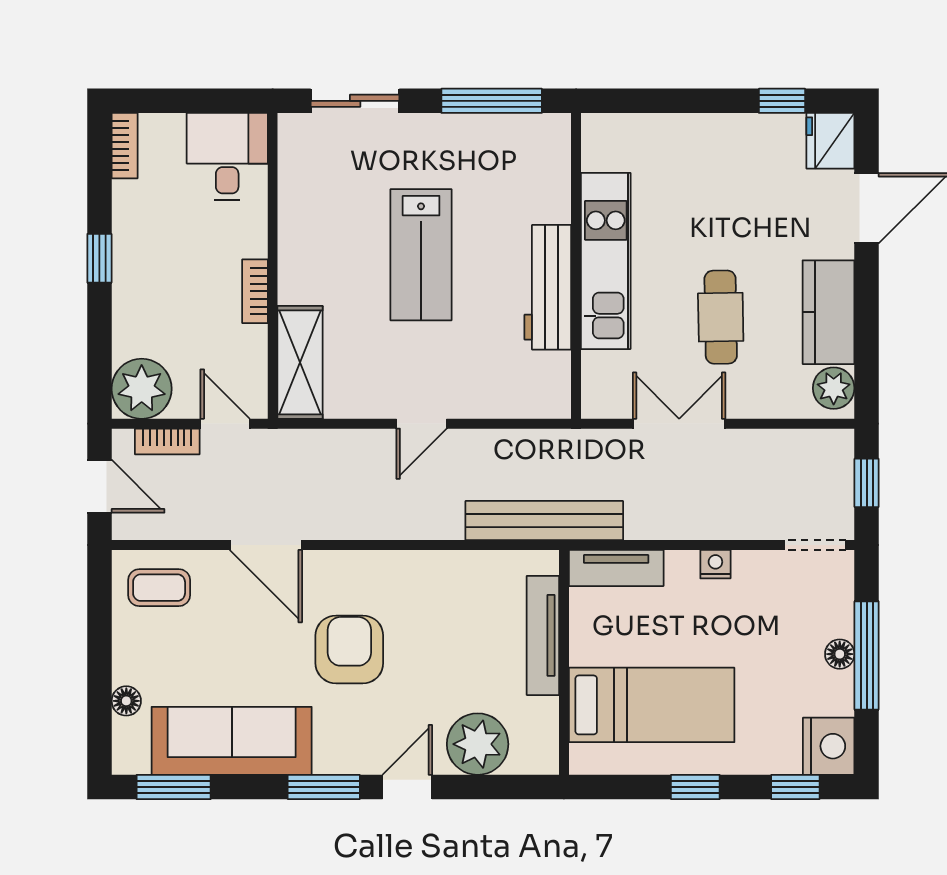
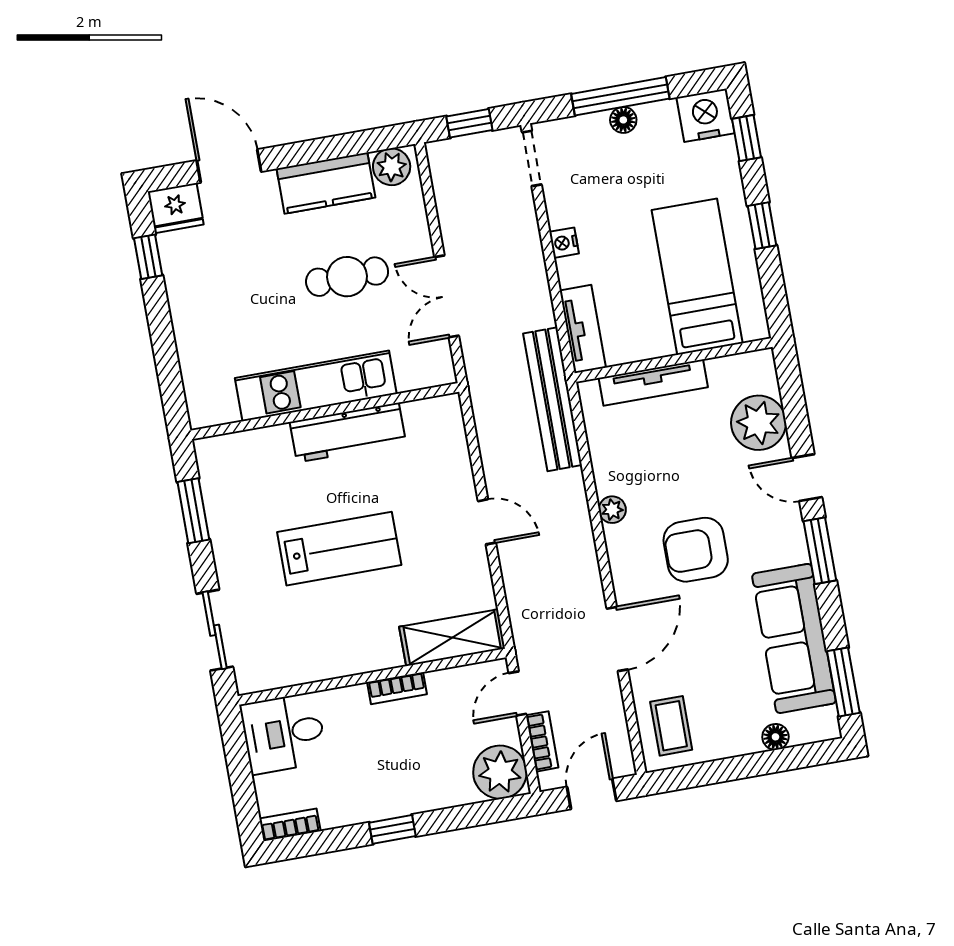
window: (492, 101) -> (193, 511), width x0.69
plant: (410, 565) -> (612, 510), added

